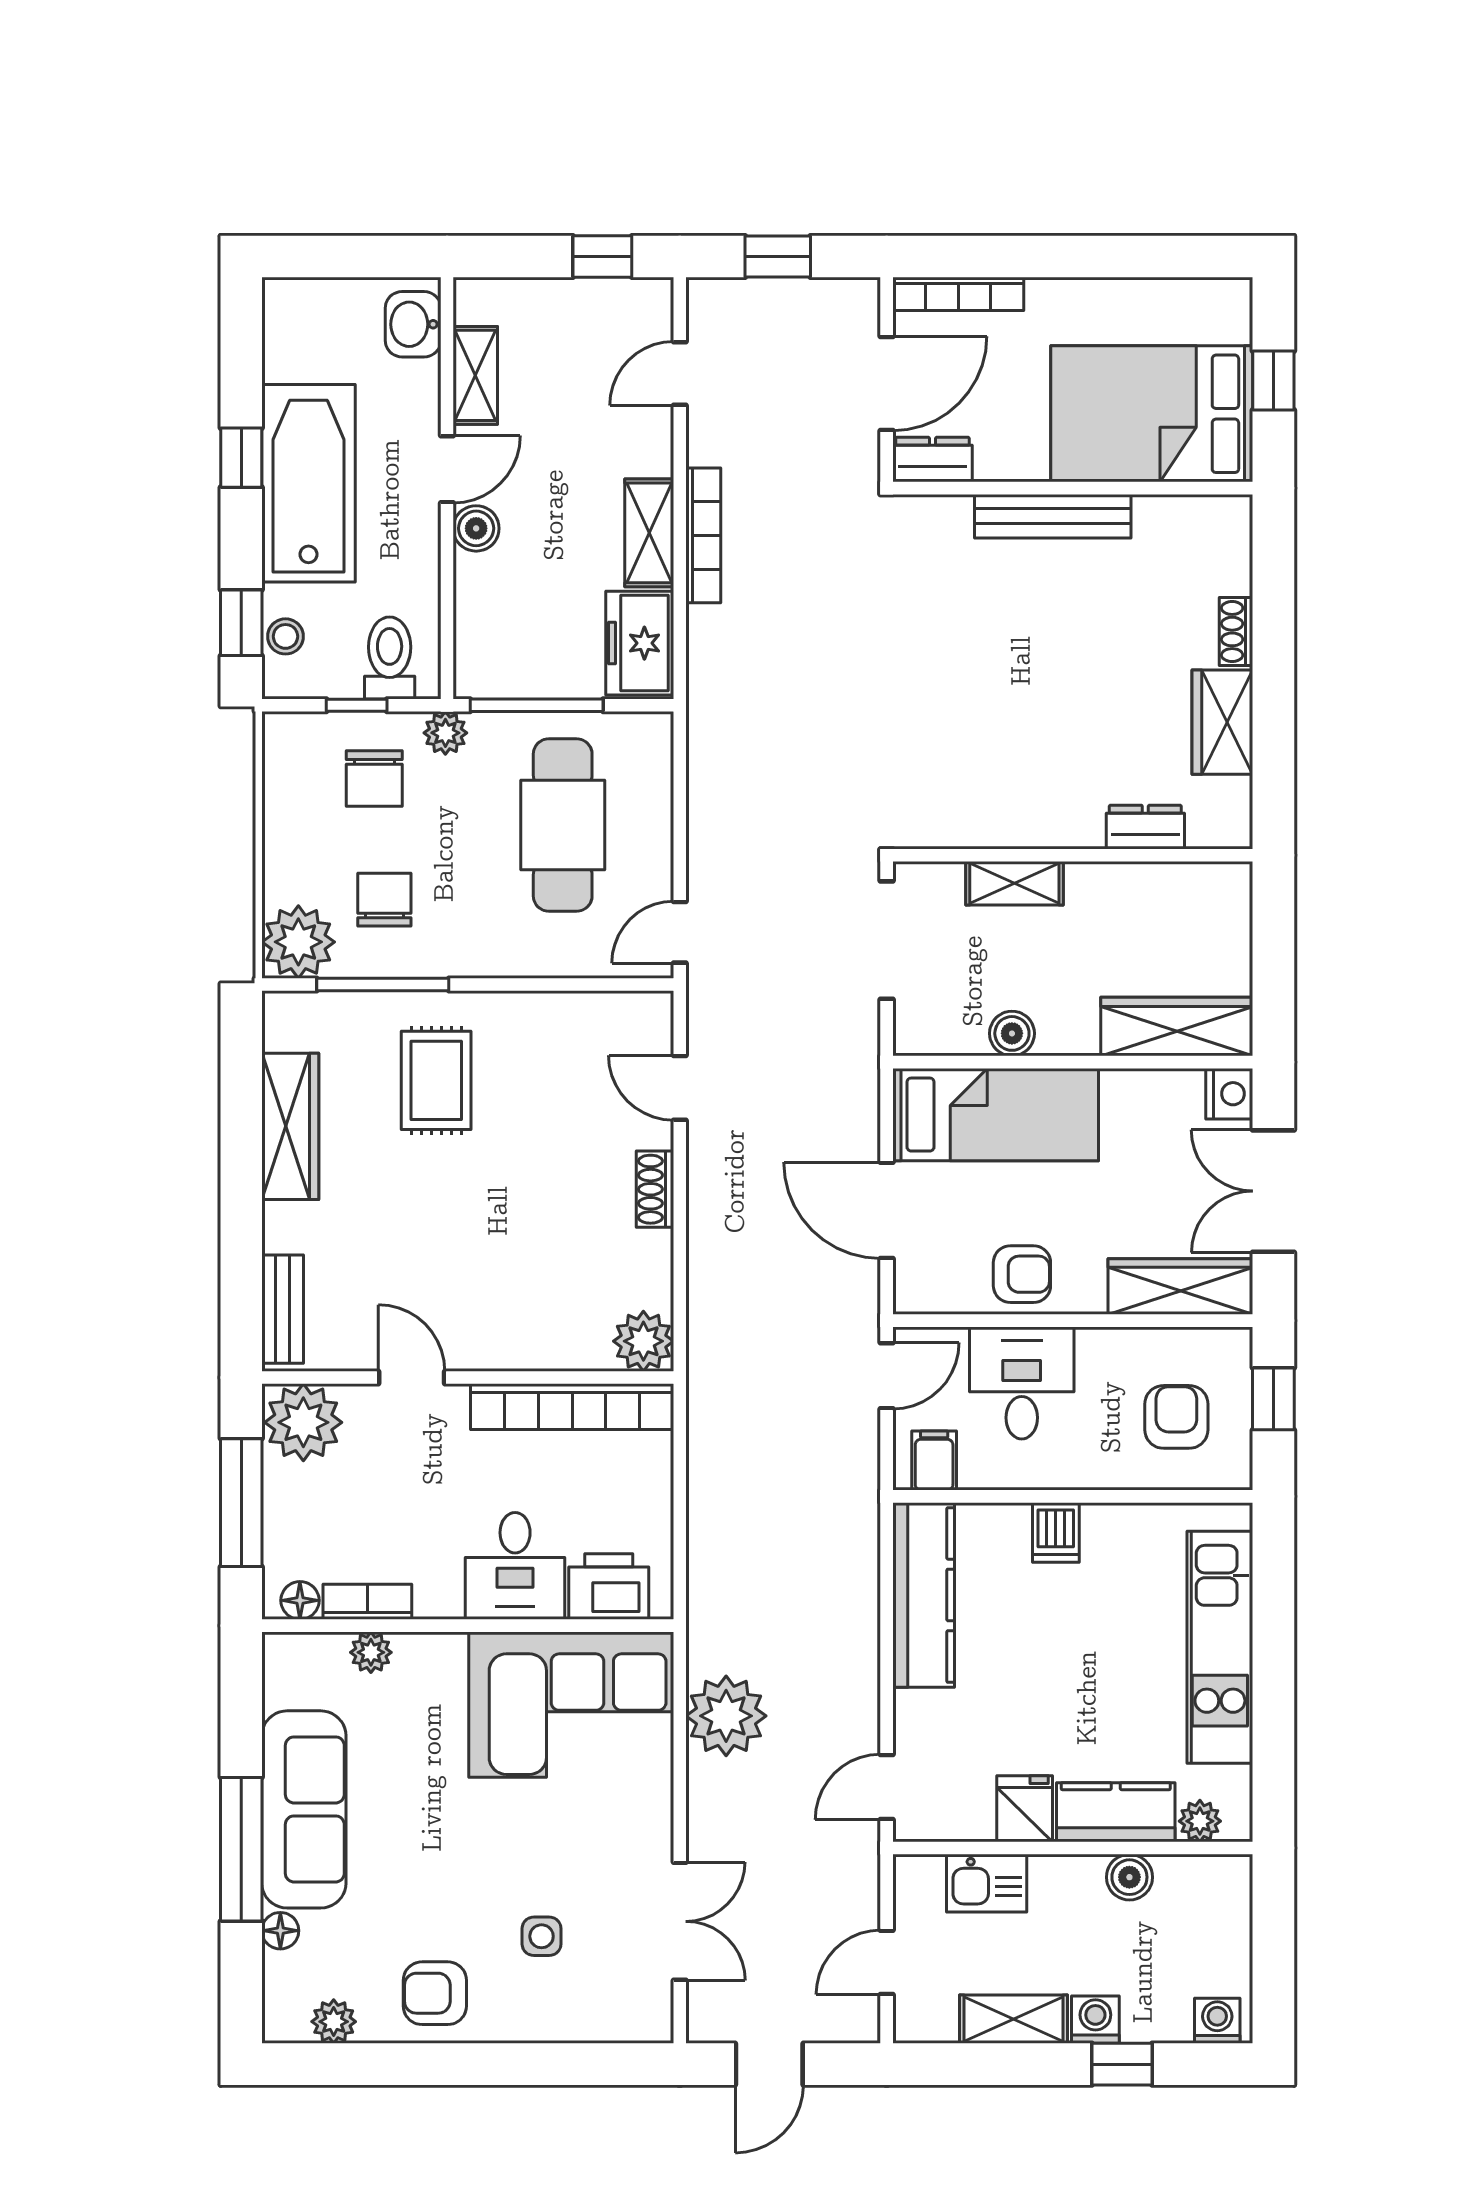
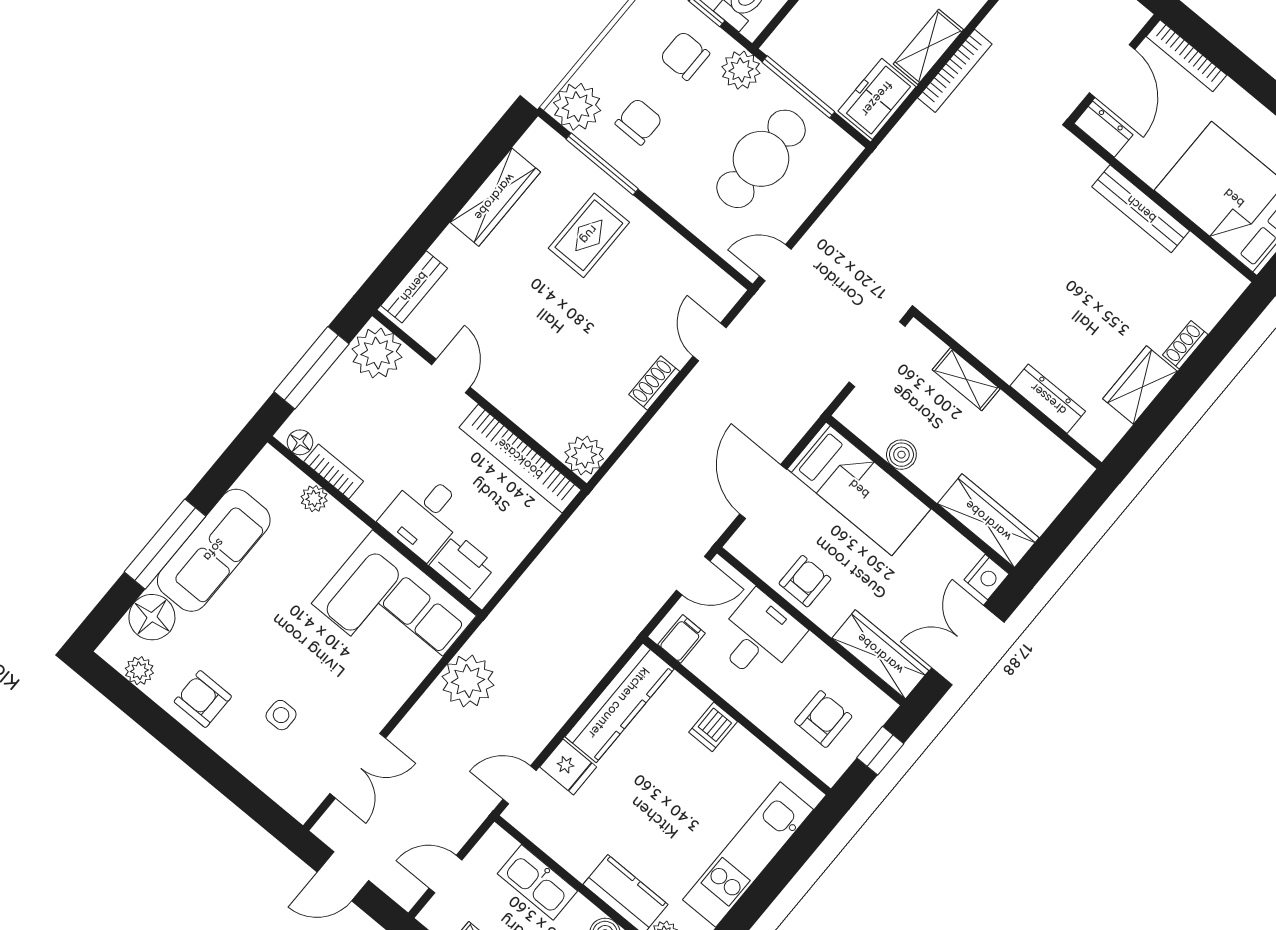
door: (887, 383) -> (1112, 71), hinge flipped
plant: (445, 733) -> (741, 70), width x1.38, depth x1.38
chair: (374, 778) -> (685, 56), turned 90
dresser: (1145, 827) -> (1048, 399), width x1.44
armchair: (1022, 1274) -> (805, 581), turned -90
fridge: (1025, 1809) -> (568, 767), moved, turned 90
kitchen sink: (987, 1883) -> (537, 882), width x1.38
floor lamp: (280, 1931) -> (152, 617), width x1.89, depth x1.89

